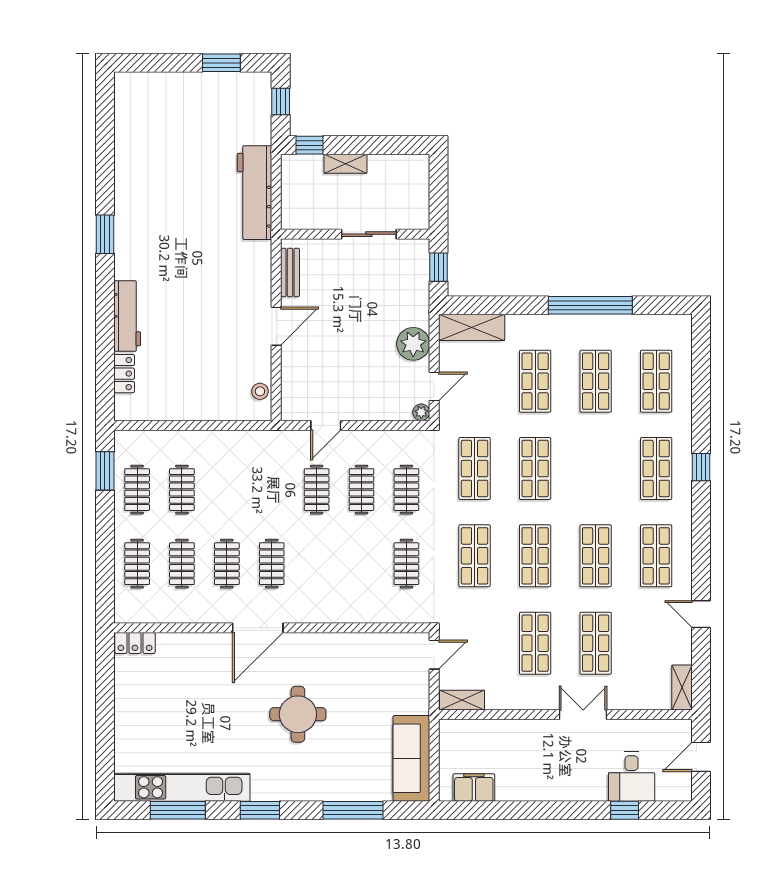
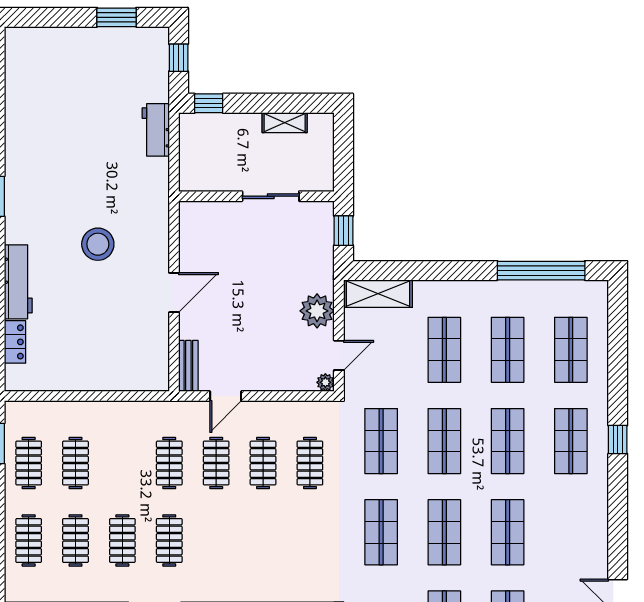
shelving: (345, 164) -> (285, 123), moved
workbench: (255, 193) -> (156, 130), width x0.53, depth x0.76
bench: (290, 272) -> (188, 366), moved
window: (590, 305) -> (541, 271), moved
stool: (260, 391) -> (98, 244), moved, width x1.89, depth x1.89
shop shelf: (656, 556) -> (508, 441), moved
clothes rail: (406, 564) -> (169, 463), moved

